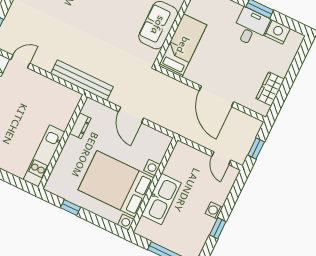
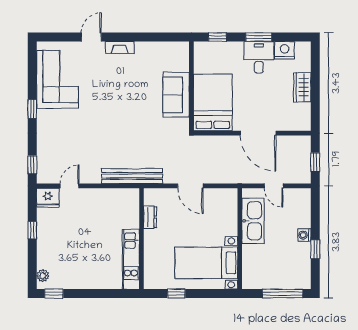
bed: (183, 45) -> (213, 102), width x1.50
wardrobe: (270, 89) -> (302, 87), moved
door: (221, 158) -> (274, 186), moved
bed with nightstands: (116, 184) -> (206, 263), width x0.73
kitchen sink: (161, 199) -> (253, 221), moved

